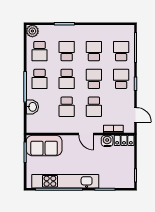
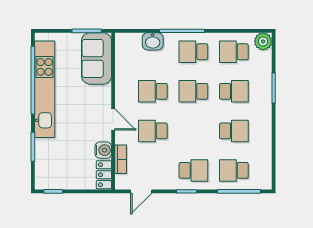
school desk: (121, 51) -> (234, 170), turned 180
school desk: (94, 79) -> (193, 131), removed
door: (86, 134) -> (113, 119), swing flipped

